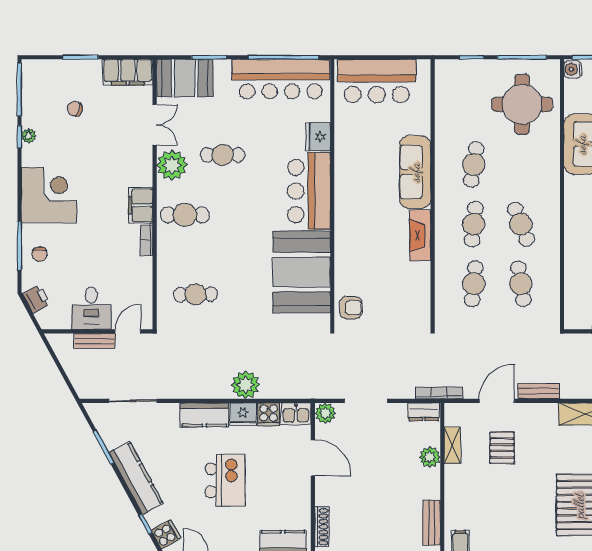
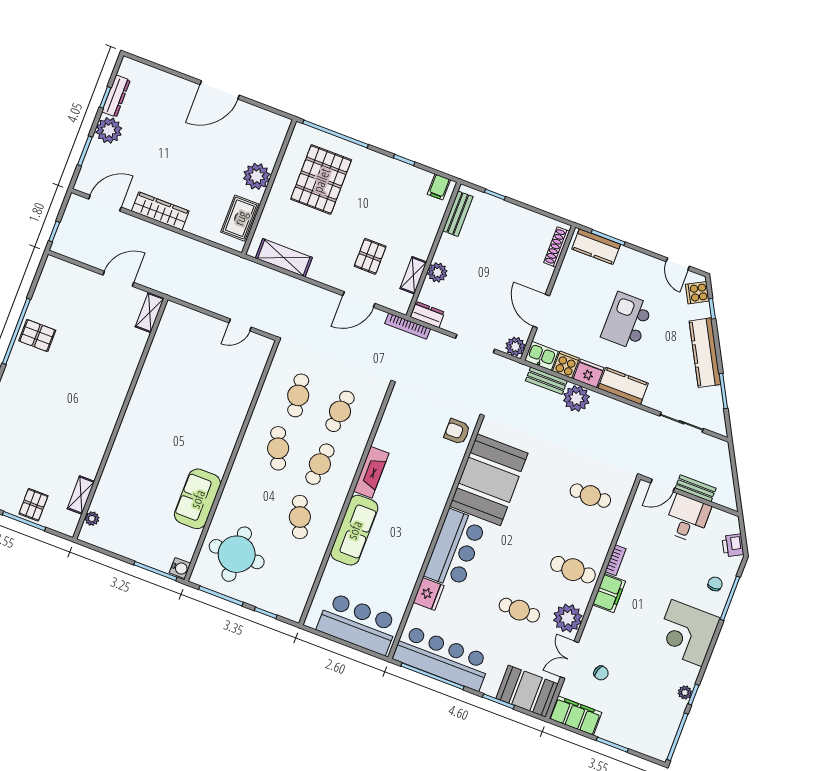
chair: (75, 109) -> (601, 673), moved
cafe table: (474, 165) -> (300, 517), turned -30
bench: (539, 391) -> (546, 381), moved

